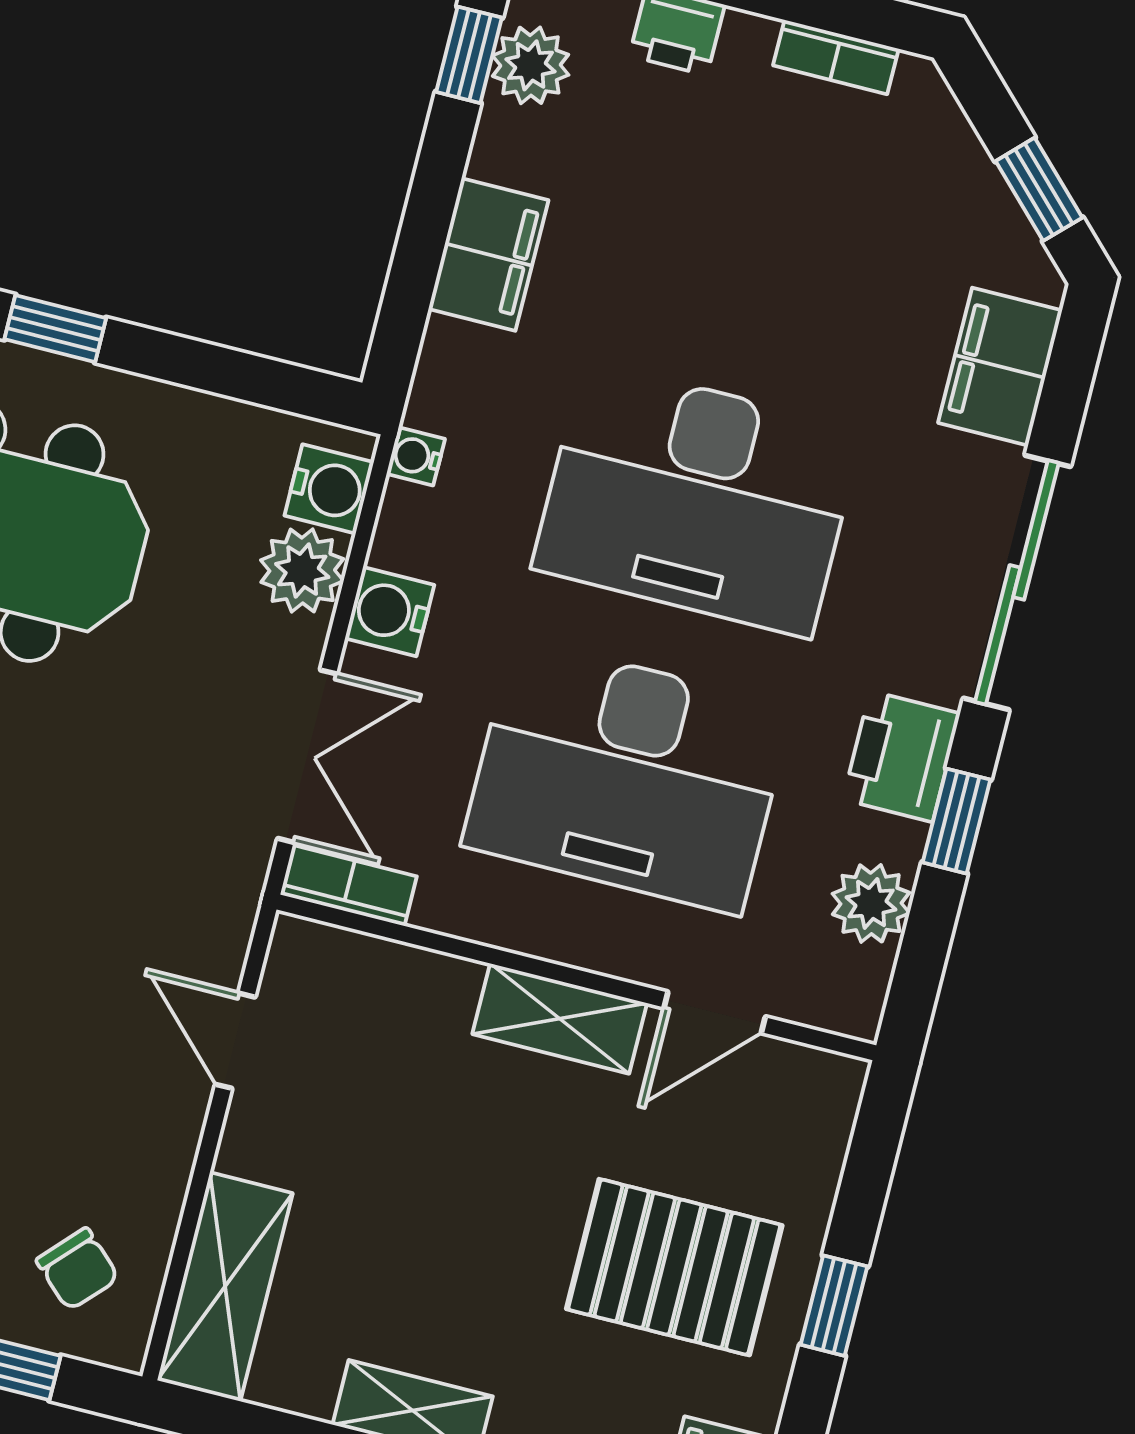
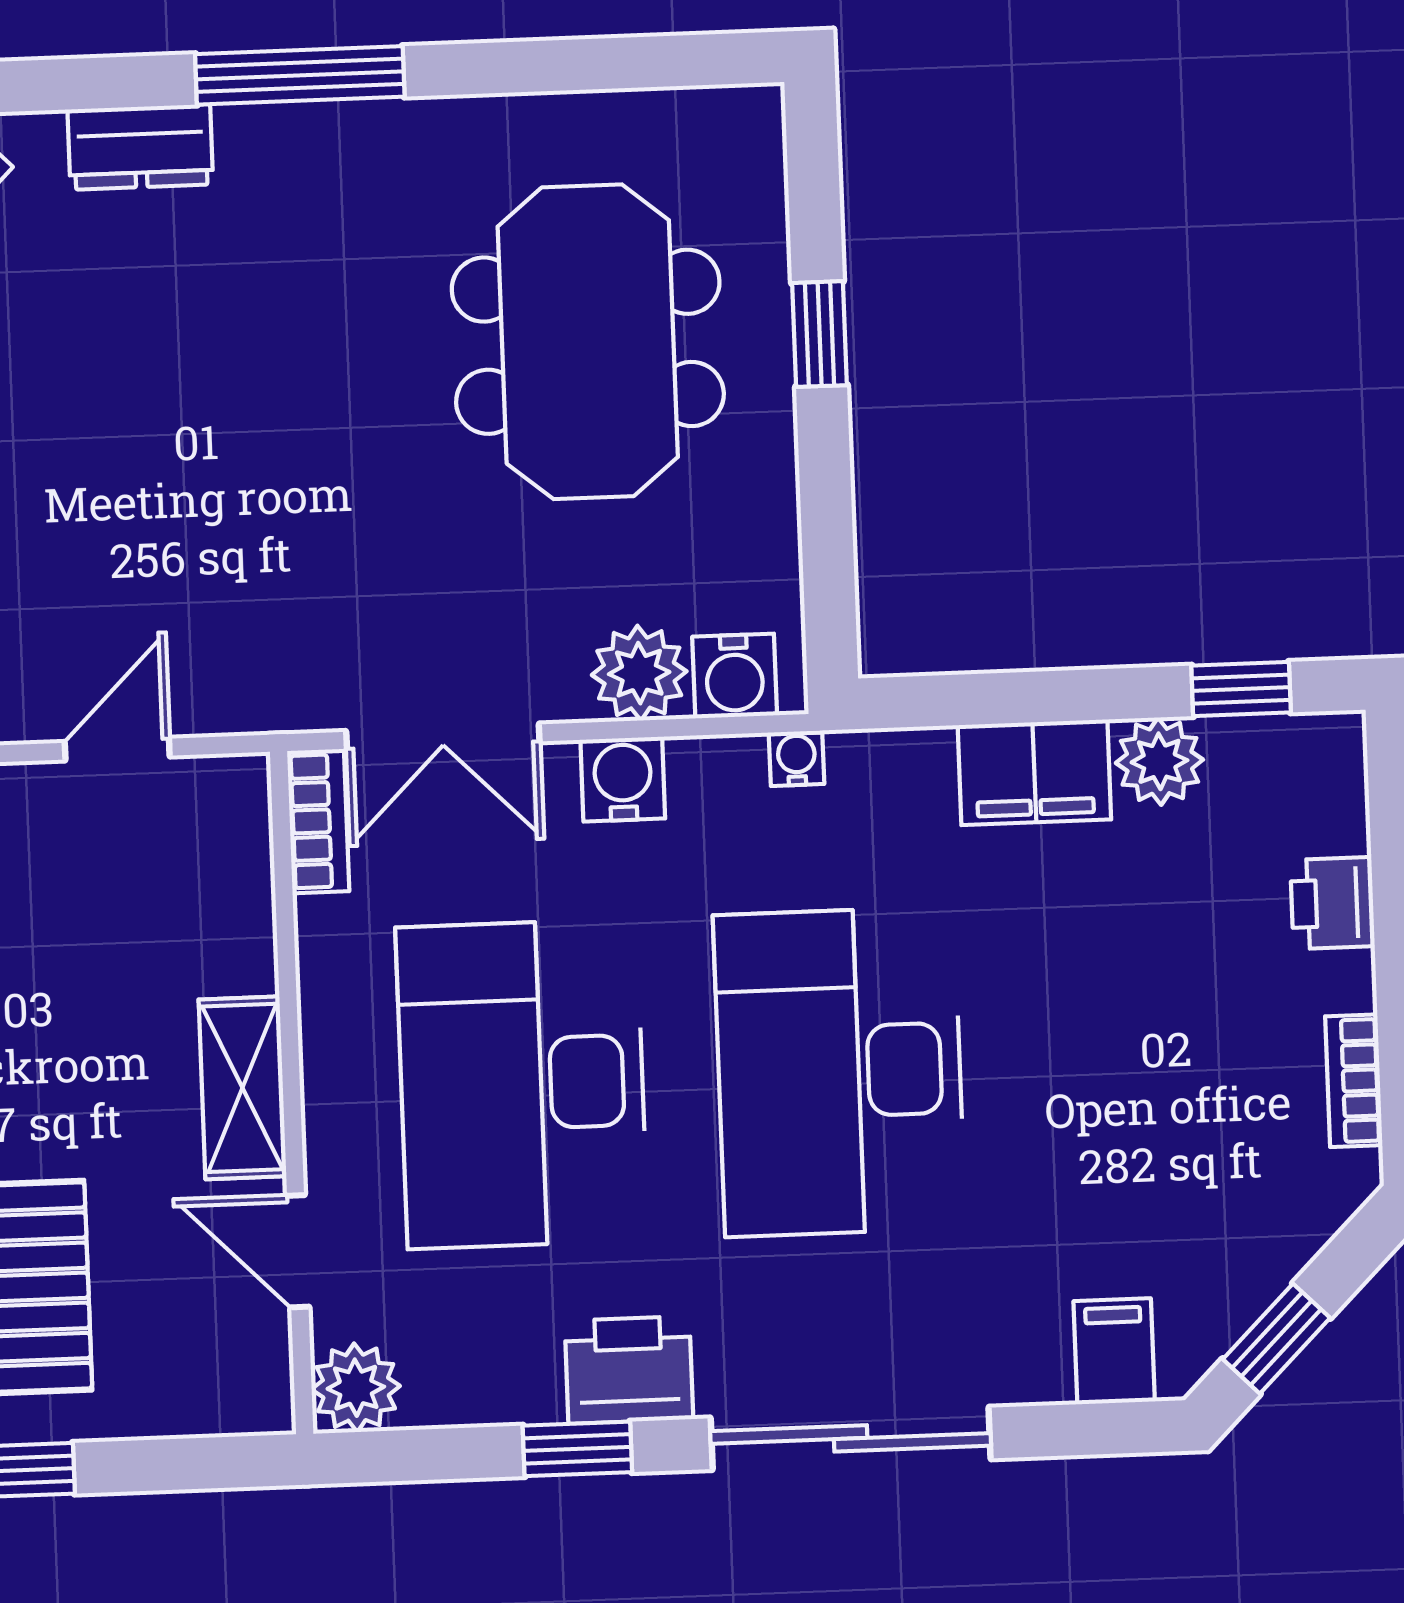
plant: (530, 65) -> (1159, 761), moved
filing cabinet: (1000, 367) -> (1114, 1351), width x0.50
plant: (871, 903) -> (356, 1388), moved

